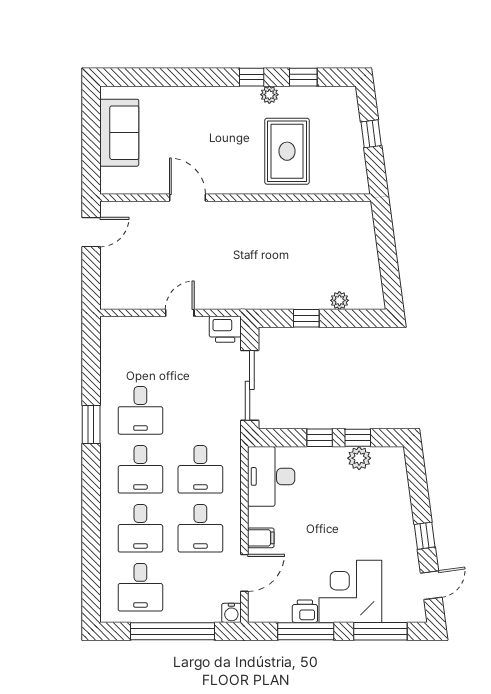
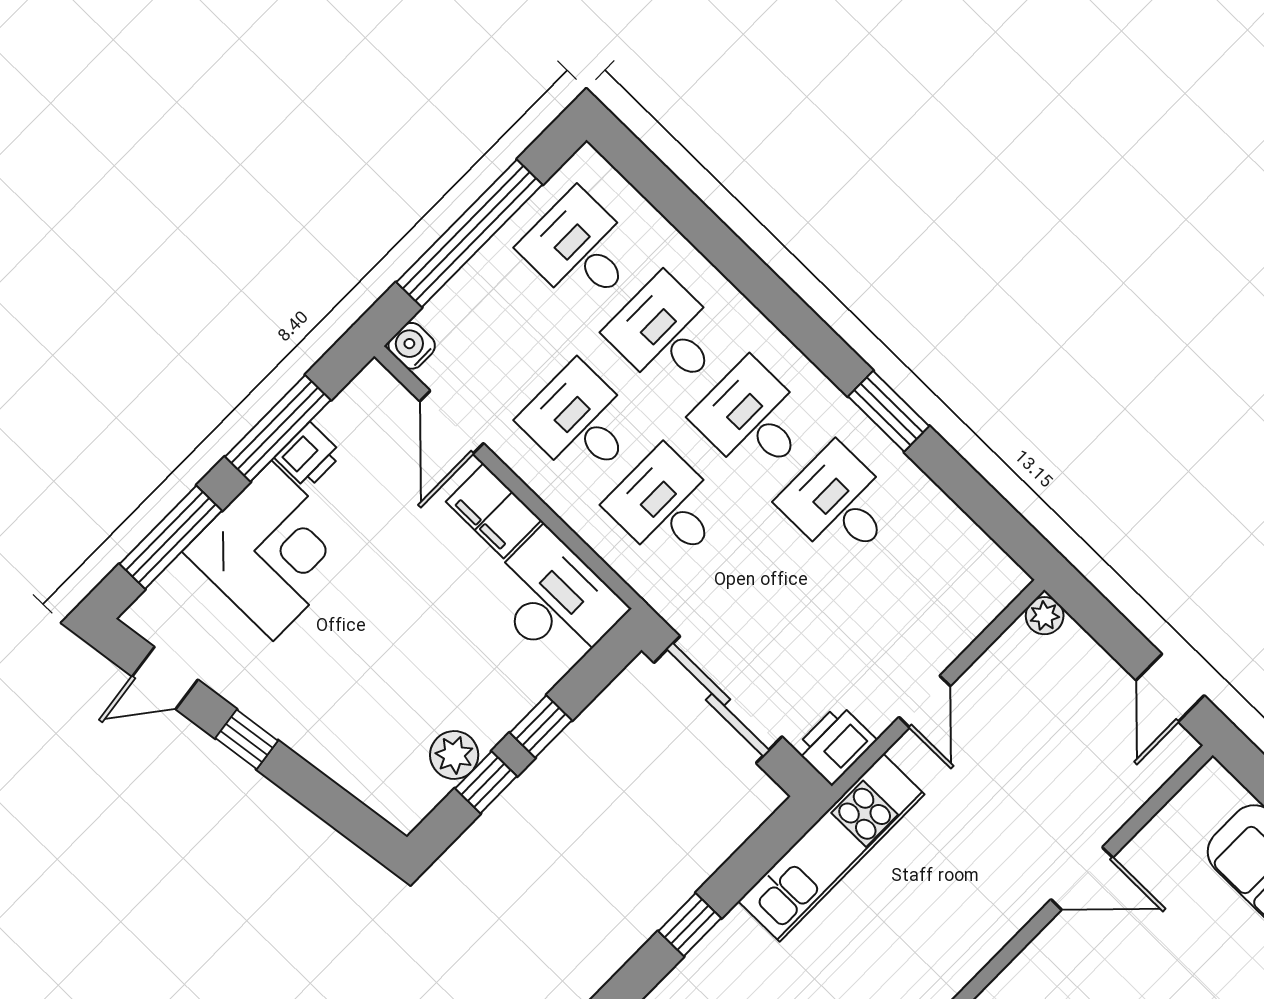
kitchen unit: (263, 295) -> (831, 848), added
plant: (339, 300) -> (1045, 616), moved
window: (306, 318) -> (690, 925), moved
filing cabinet: (261, 538) -> (494, 511), width x2.00
door: (431, 585) -> (165, 678), hinge flipped

